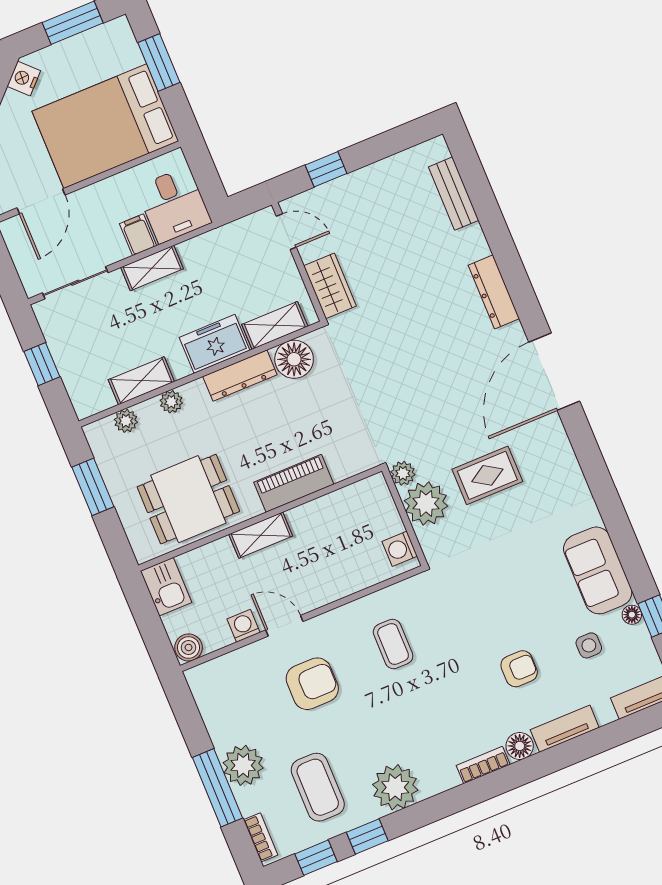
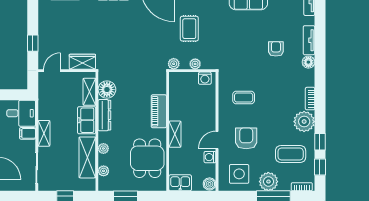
shelving: (141, 381) -> (87, 157), width x1.50, depth x1.33
plant: (426, 503) -> (195, 64), width x0.53, depth x0.53
side table: (589, 645) -> (239, 174), moved, width x1.87, depth x1.87
bookcase: (483, 765) -> (310, 99), moved

